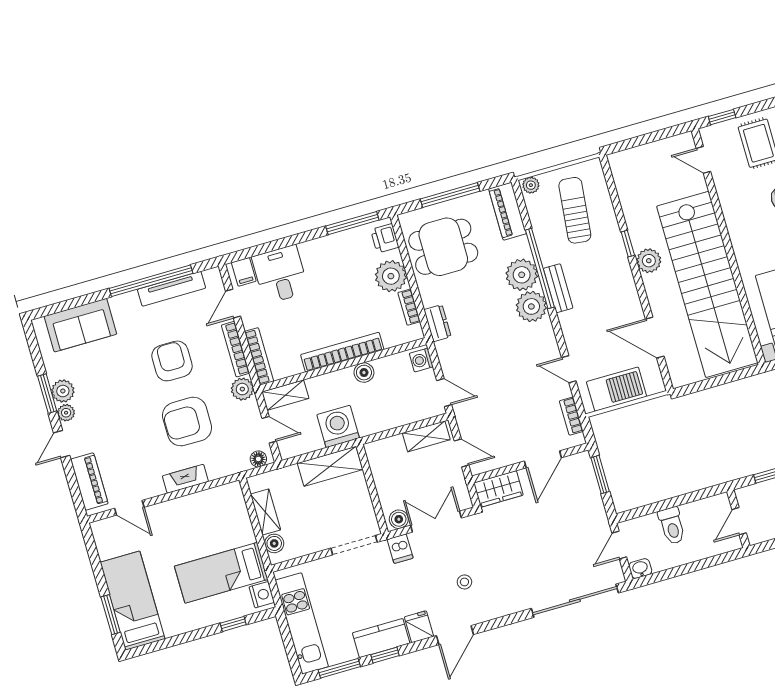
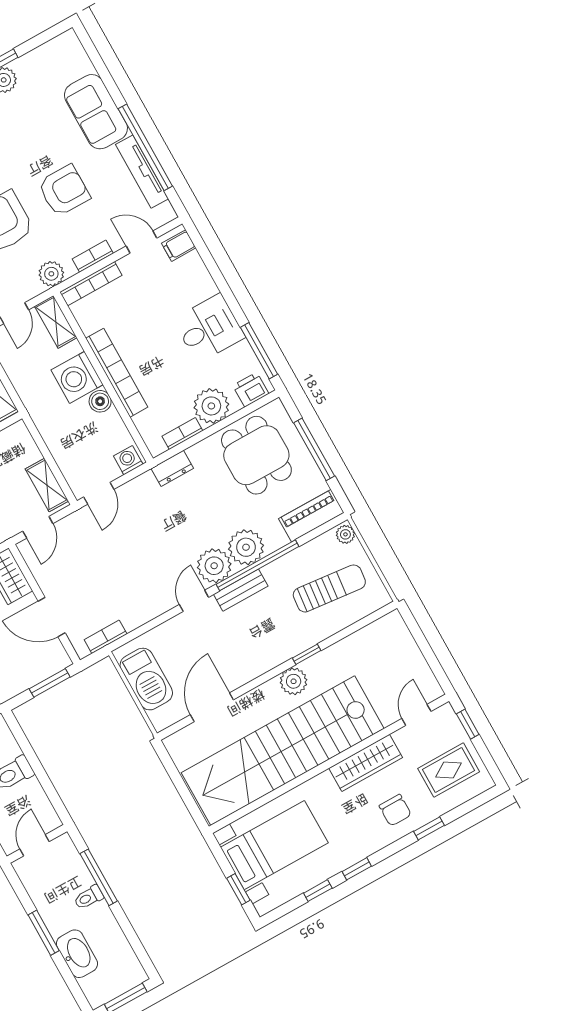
wardrobe: (735, 214) -> (366, 763), added
desk: (280, 274) -> (209, 328), moved
sofa: (80, 325) -> (96, 112), moved
bookcase: (235, 349) -> (93, 256), width x0.64
door: (569, 369) -> (194, 601), moved
washing machine: (338, 426) -> (77, 377), moved, turned 180
door: (739, 521) -> (34, 845), hinge flipped

